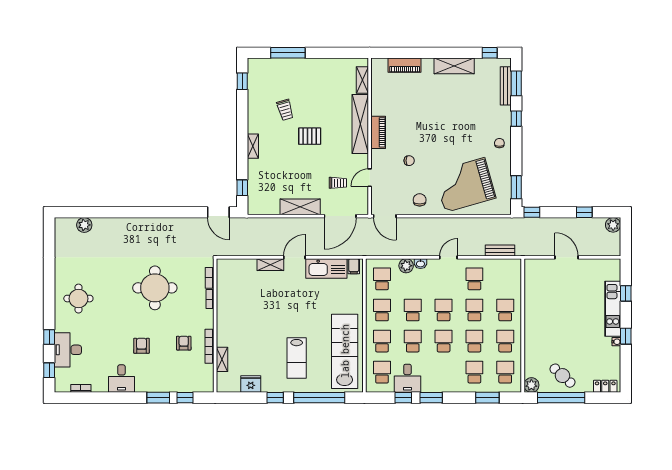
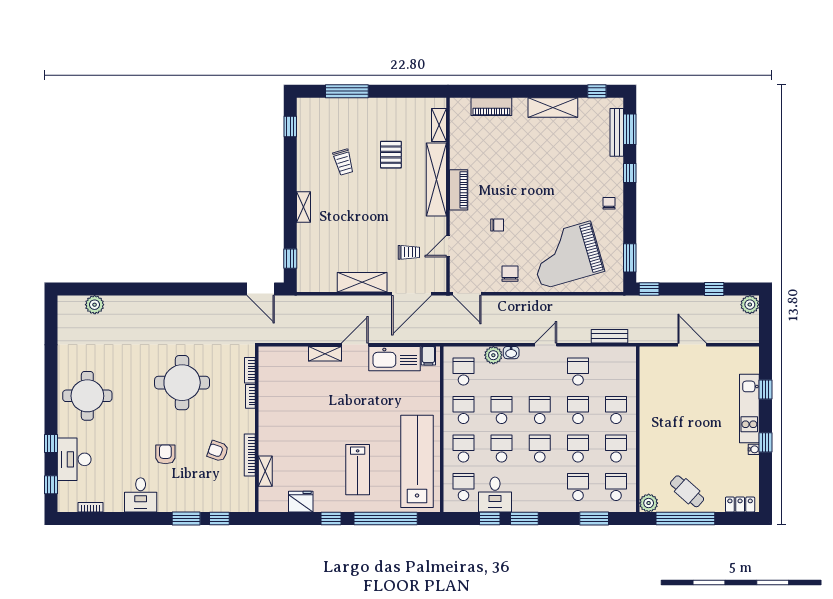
pallet: (310, 136) -> (391, 155), moved, turned 90
round table: (78, 299) -> (87, 396), width x1.36, depth x1.36
armchair: (184, 343) -> (218, 451), turned -71

